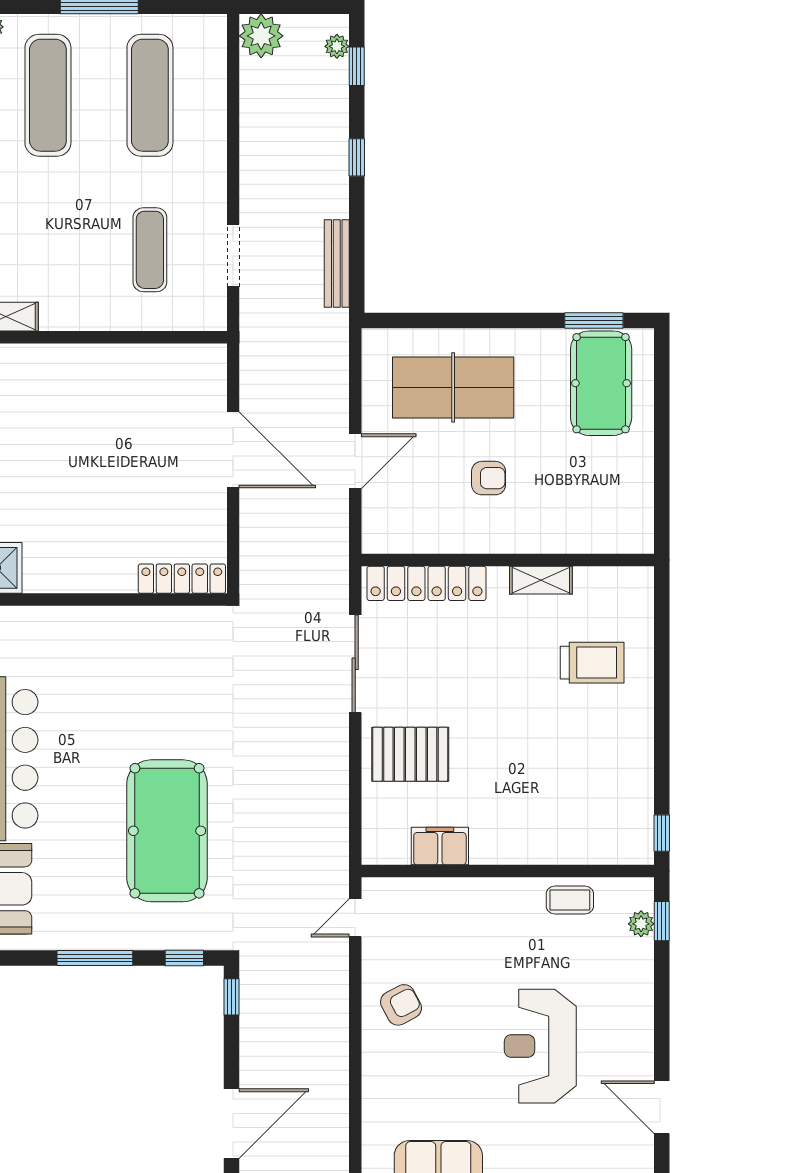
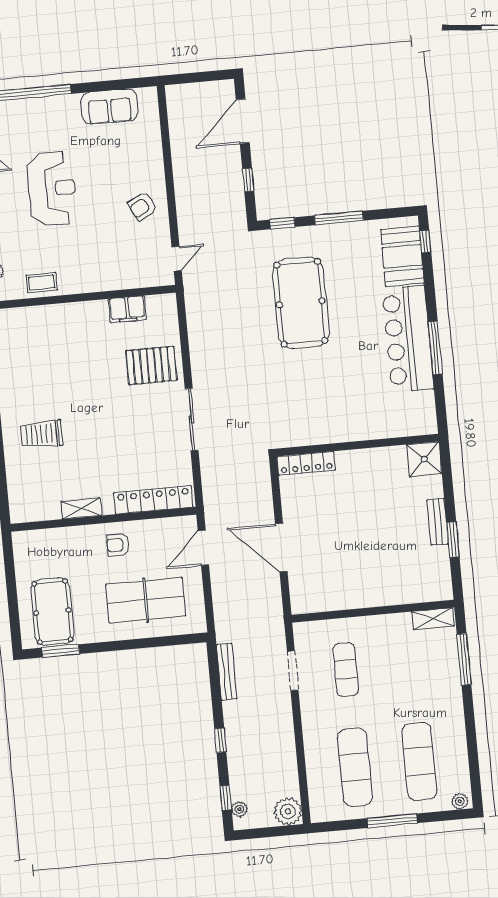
wall: (508, 560) -> (103, 519), moved
shelving: (541, 580) -> (81, 509), moved
locker: (426, 583) -> (153, 500), moved
window: (232, 997) -> (248, 180), moved

